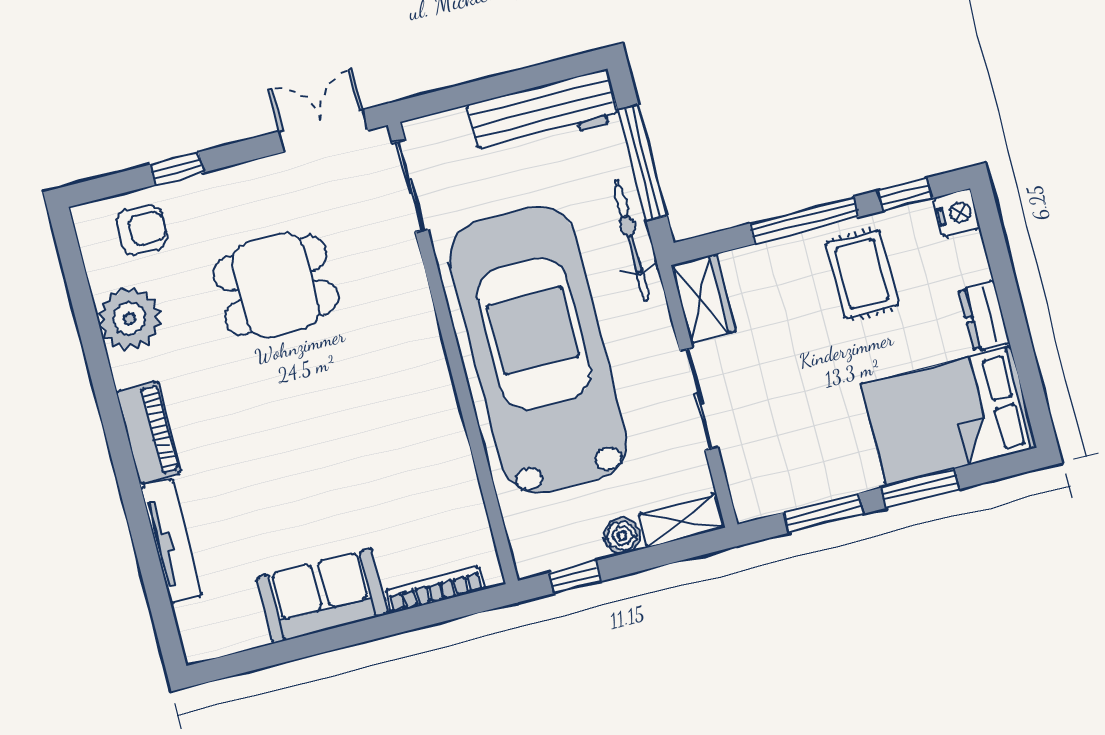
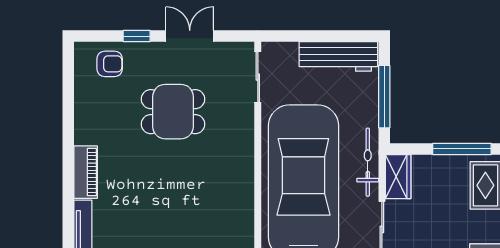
double door: (324, 131) -> (190, 36), moved
bicycle: (631, 241) -> (368, 162), moved
plant: (129, 319) -> (91, 109), removed

